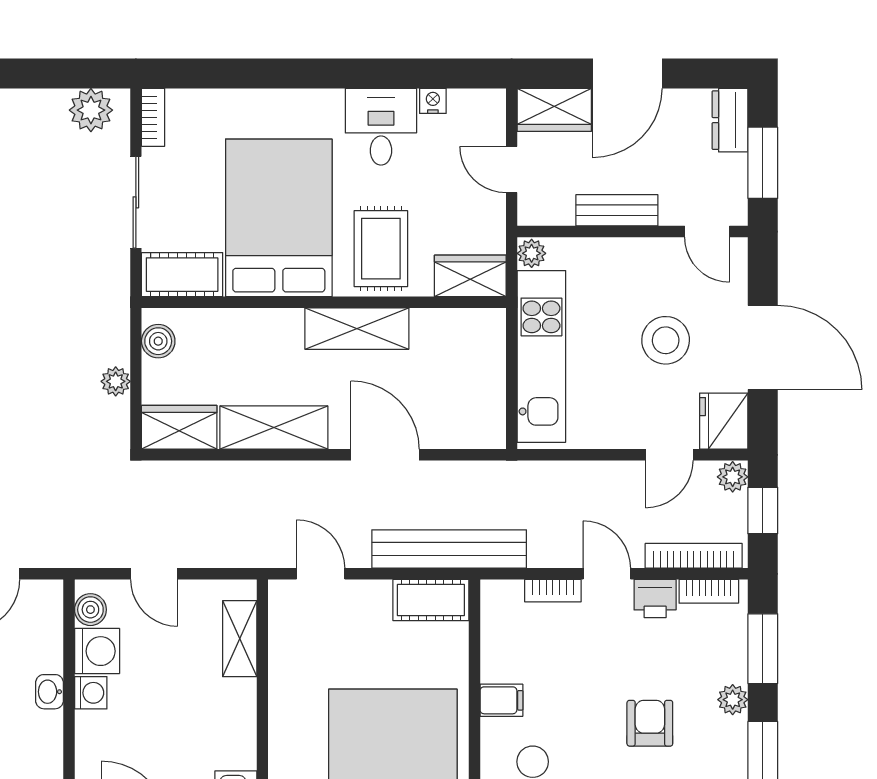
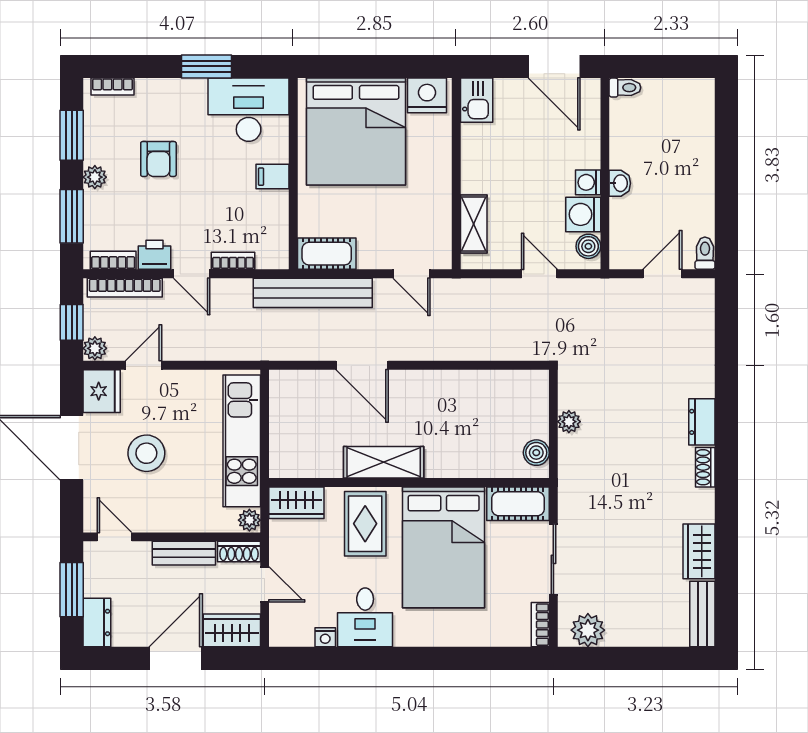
shoe rack: (545, 212) -> (239, 551), added
wardrobe: (179, 427) -> (520, 386), removed
shelving: (274, 428) -> (447, 386), removed

